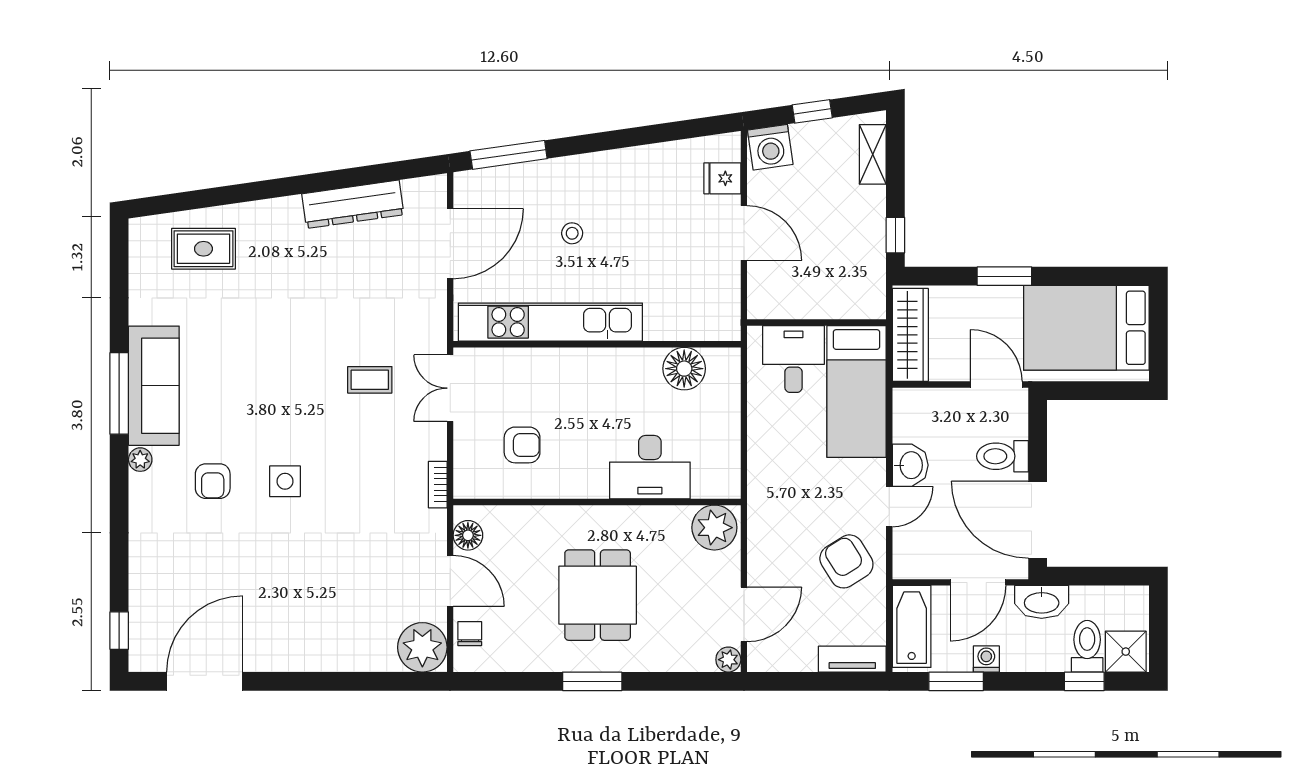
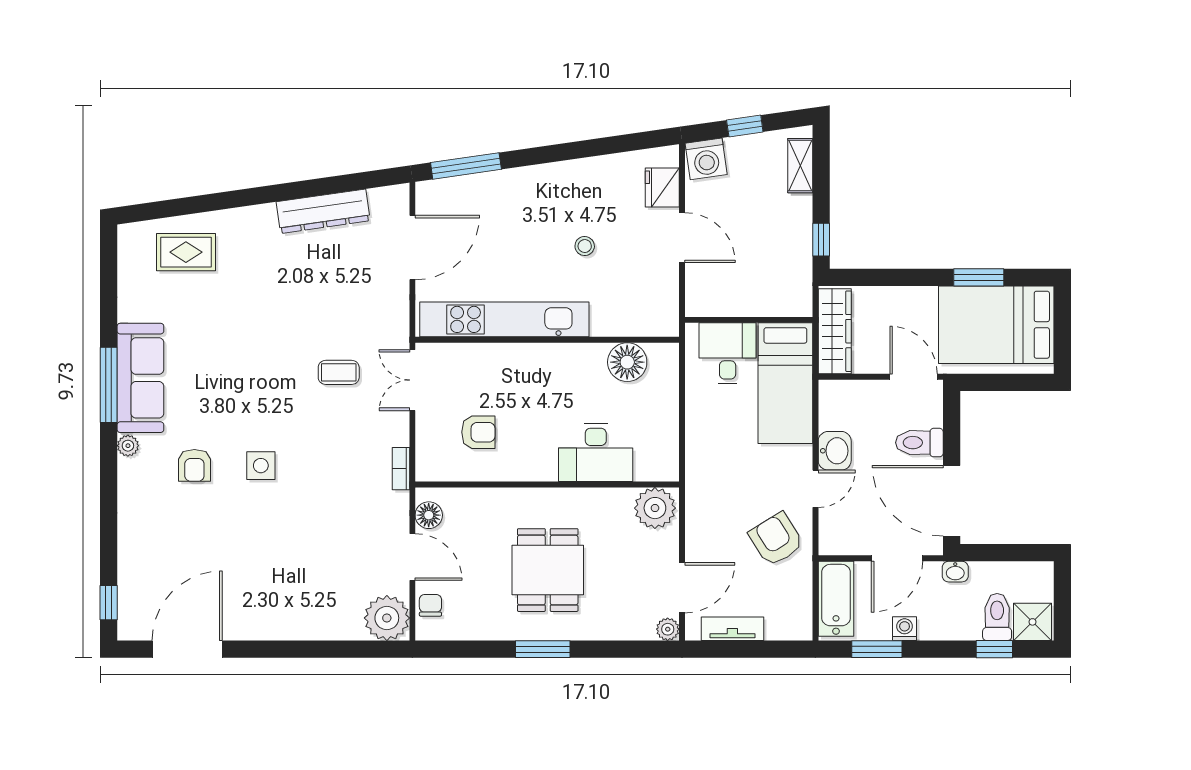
fridge: (722, 178) -> (662, 187), width x1.38
stool: (572, 233) -> (585, 246), moved
window: (1004, 276) -> (979, 277), moved
washbasin: (1042, 602) -> (955, 572), width x0.52, depth x0.69
tv unit: (852, 659) -> (732, 629), moved

